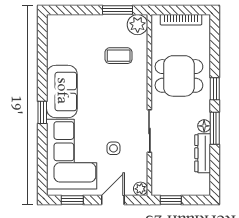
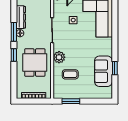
plant: (138, 25) -> (59, 57), moved
dining table: (179, 76) -> (35, 62), turned 90
sofa: (62, 91) -> (103, 71), moved
window: (42, 112) -> (115, 68), moved

